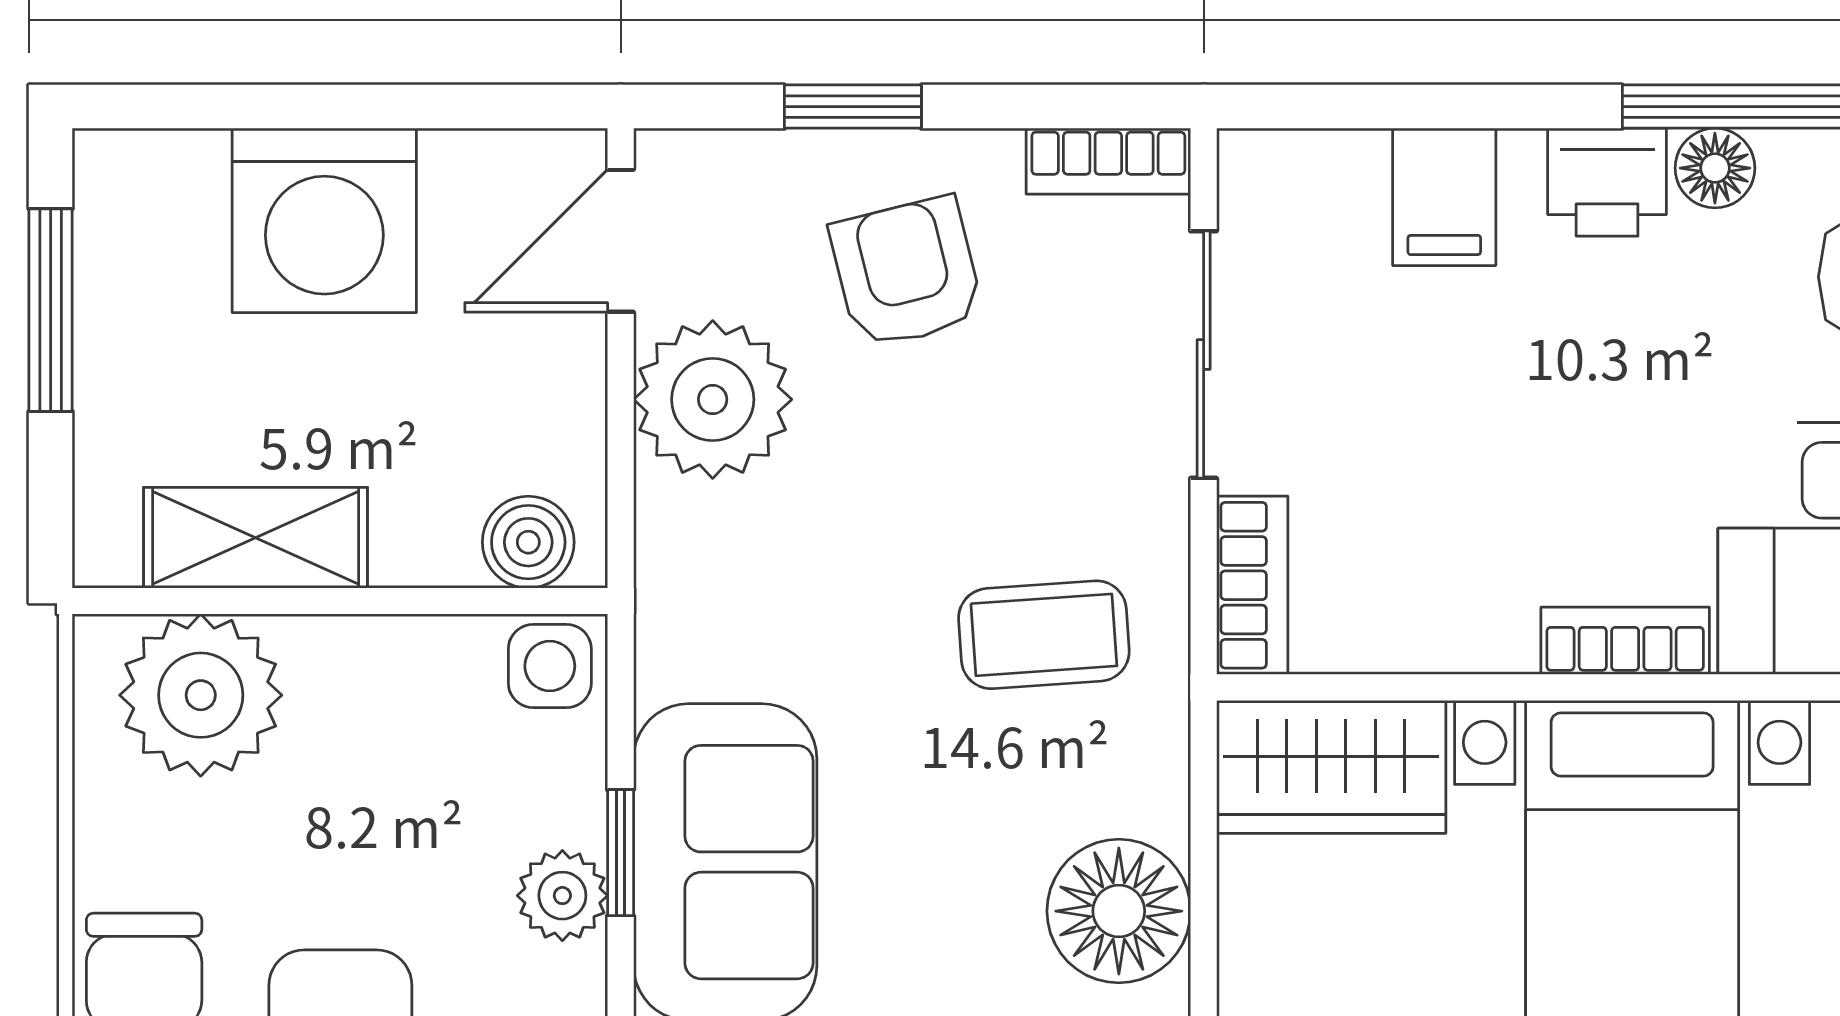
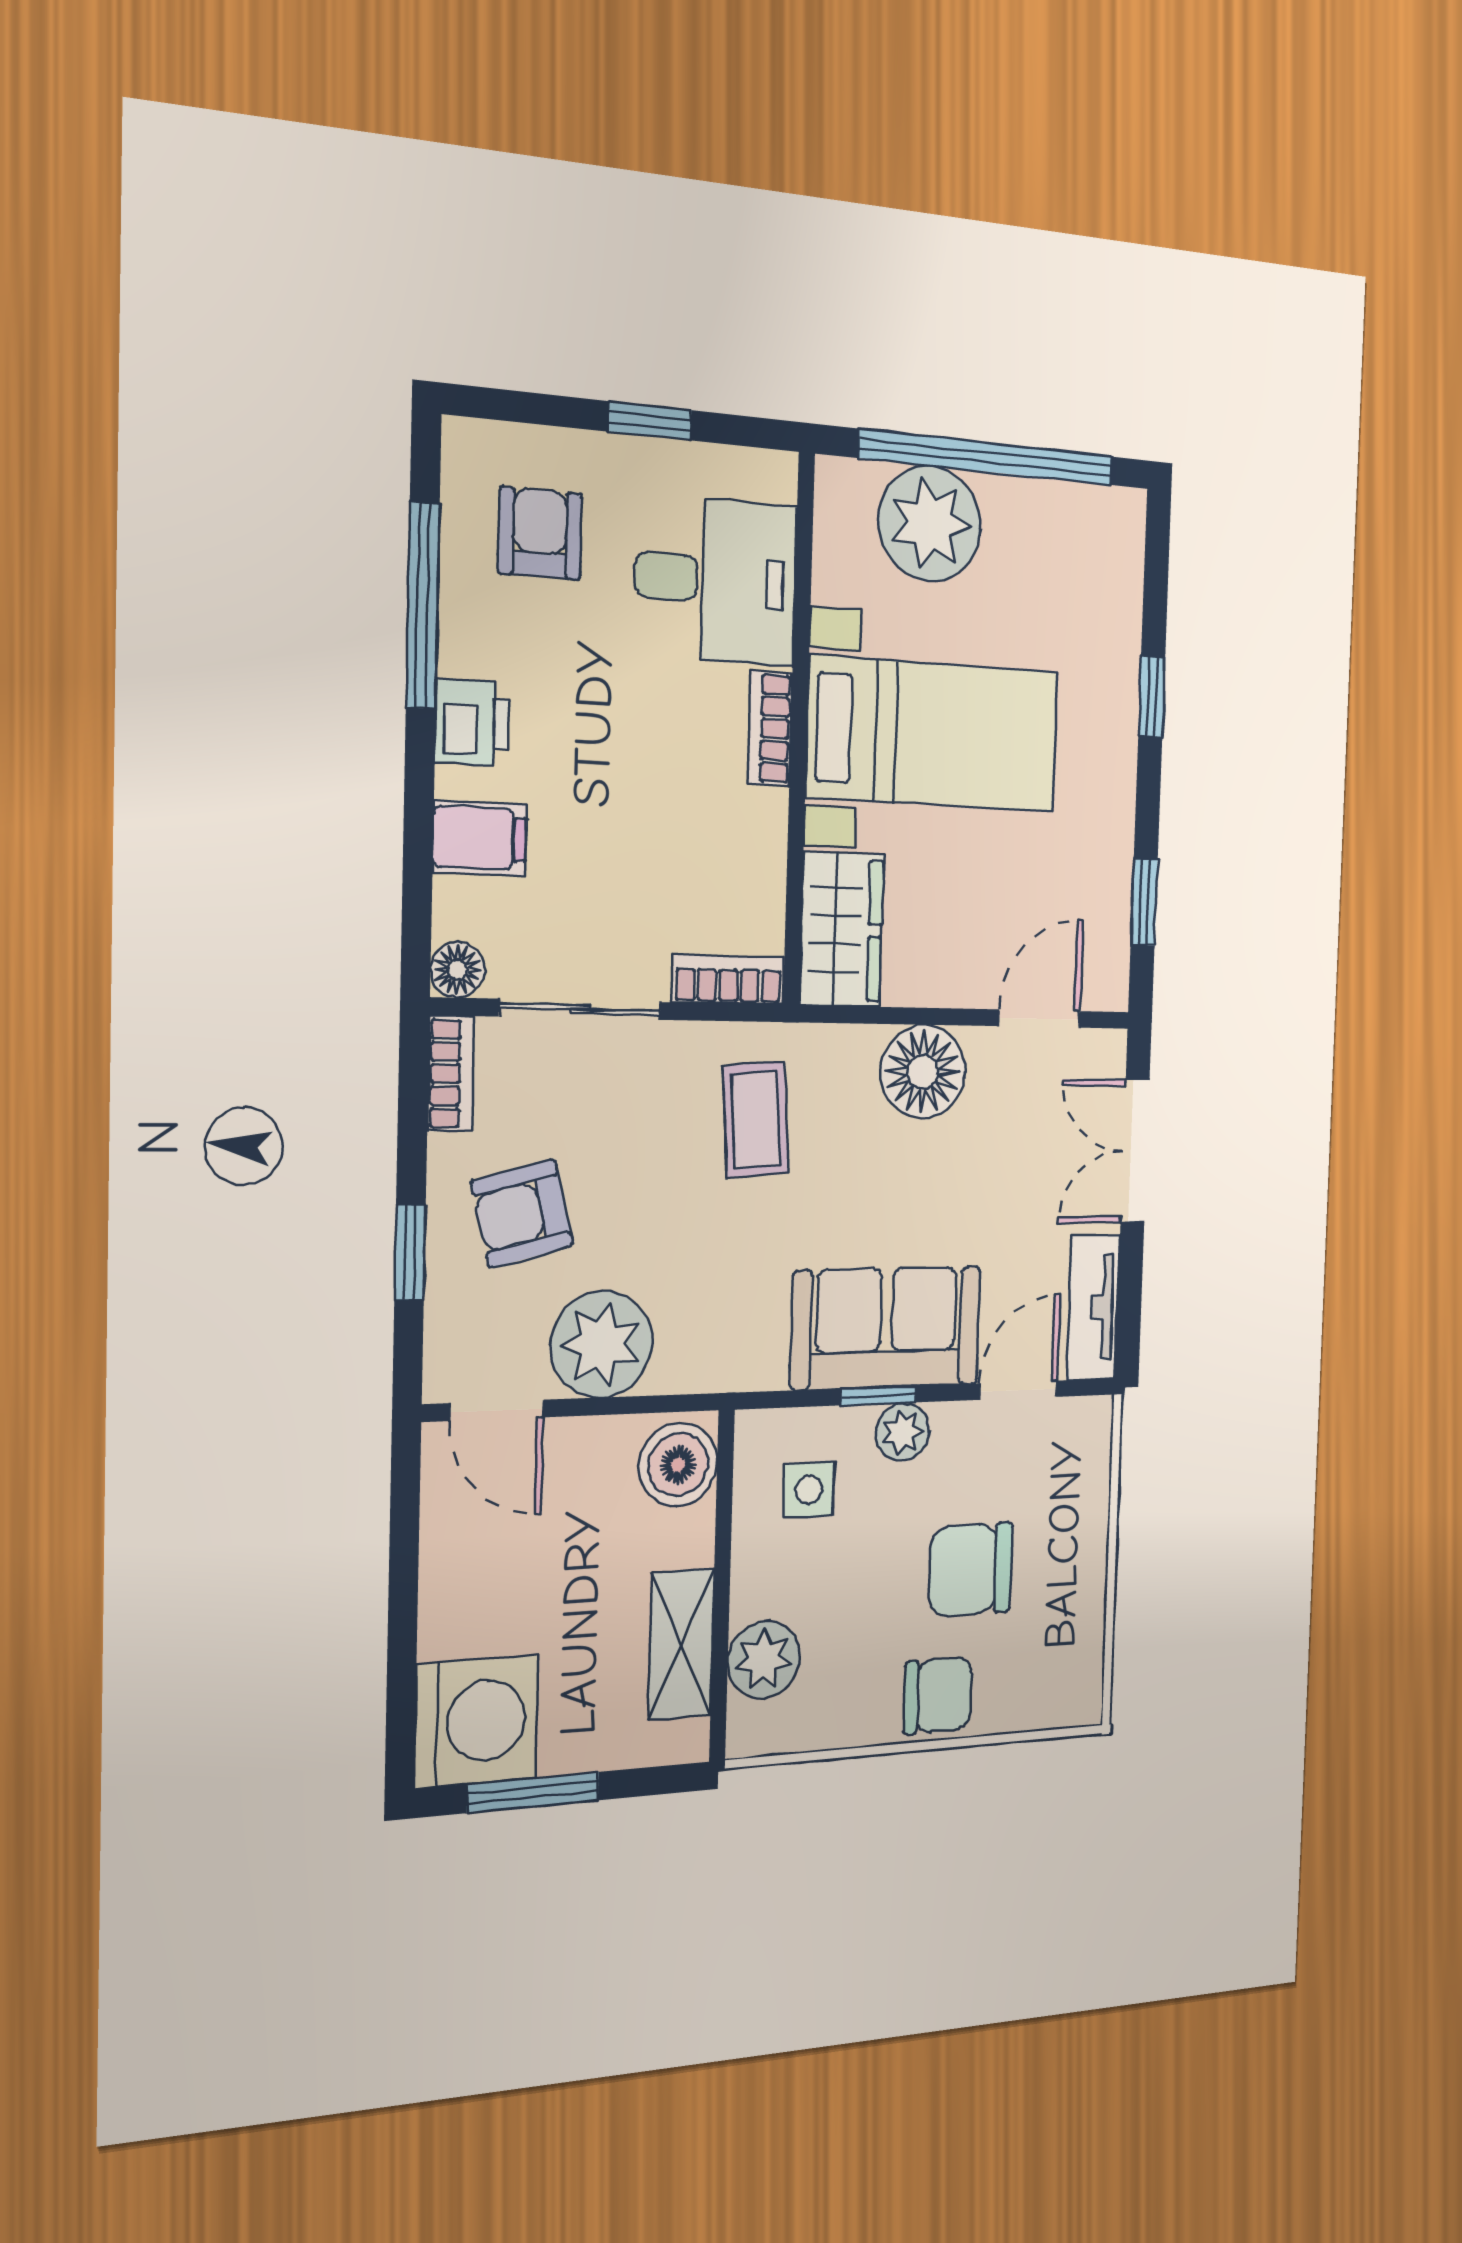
floor lamp: (1715, 168) -> (457, 970), moved
washing machine: (324, 220) -> (476, 1721), moved
boiler: (528, 542) -> (678, 1465), width x1.36, depth x1.36
side table: (550, 666) -> (809, 1490), moved
plant: (201, 695) -> (764, 1660), width x0.73, depth x0.73

